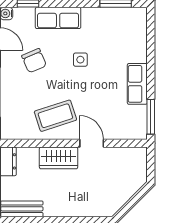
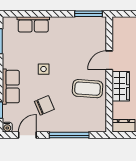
row of seats: (137, 84) -> (33, 24), moved
coffee table: (55, 116) -> (88, 89), turned -68

